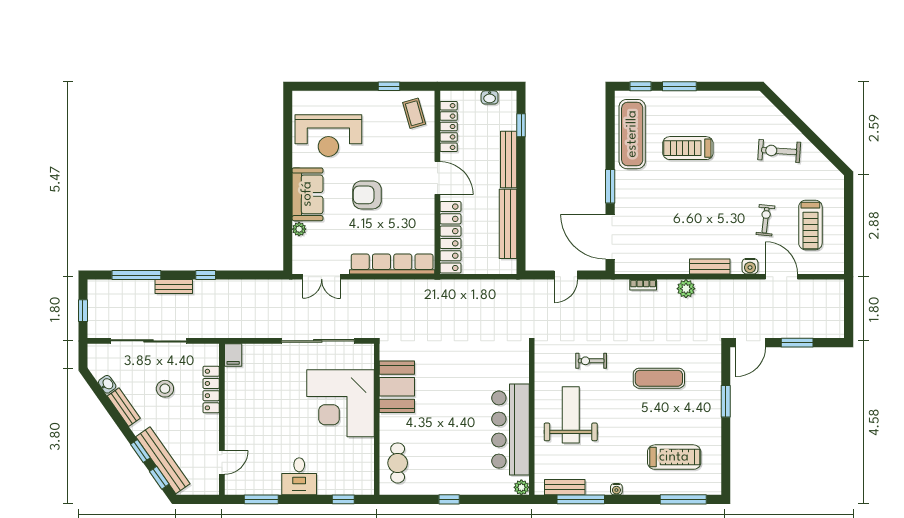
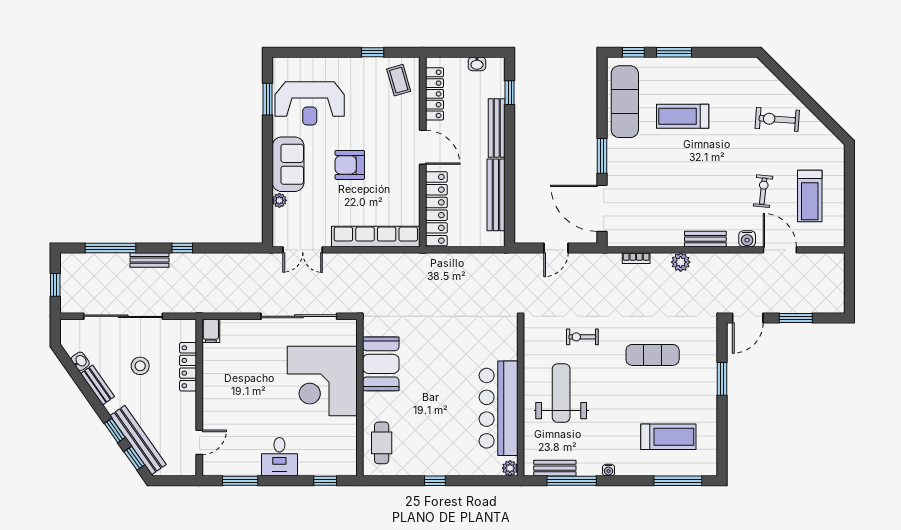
window: (288, 132) -> (268, 99), added

